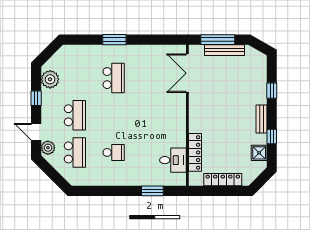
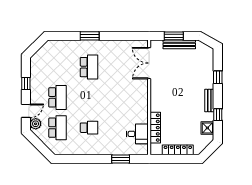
window: (218, 40) -> (174, 36), width x0.69
plant: (50, 79) -> (37, 68), removed
door: (36, 132) -> (26, 111), swing flipped

